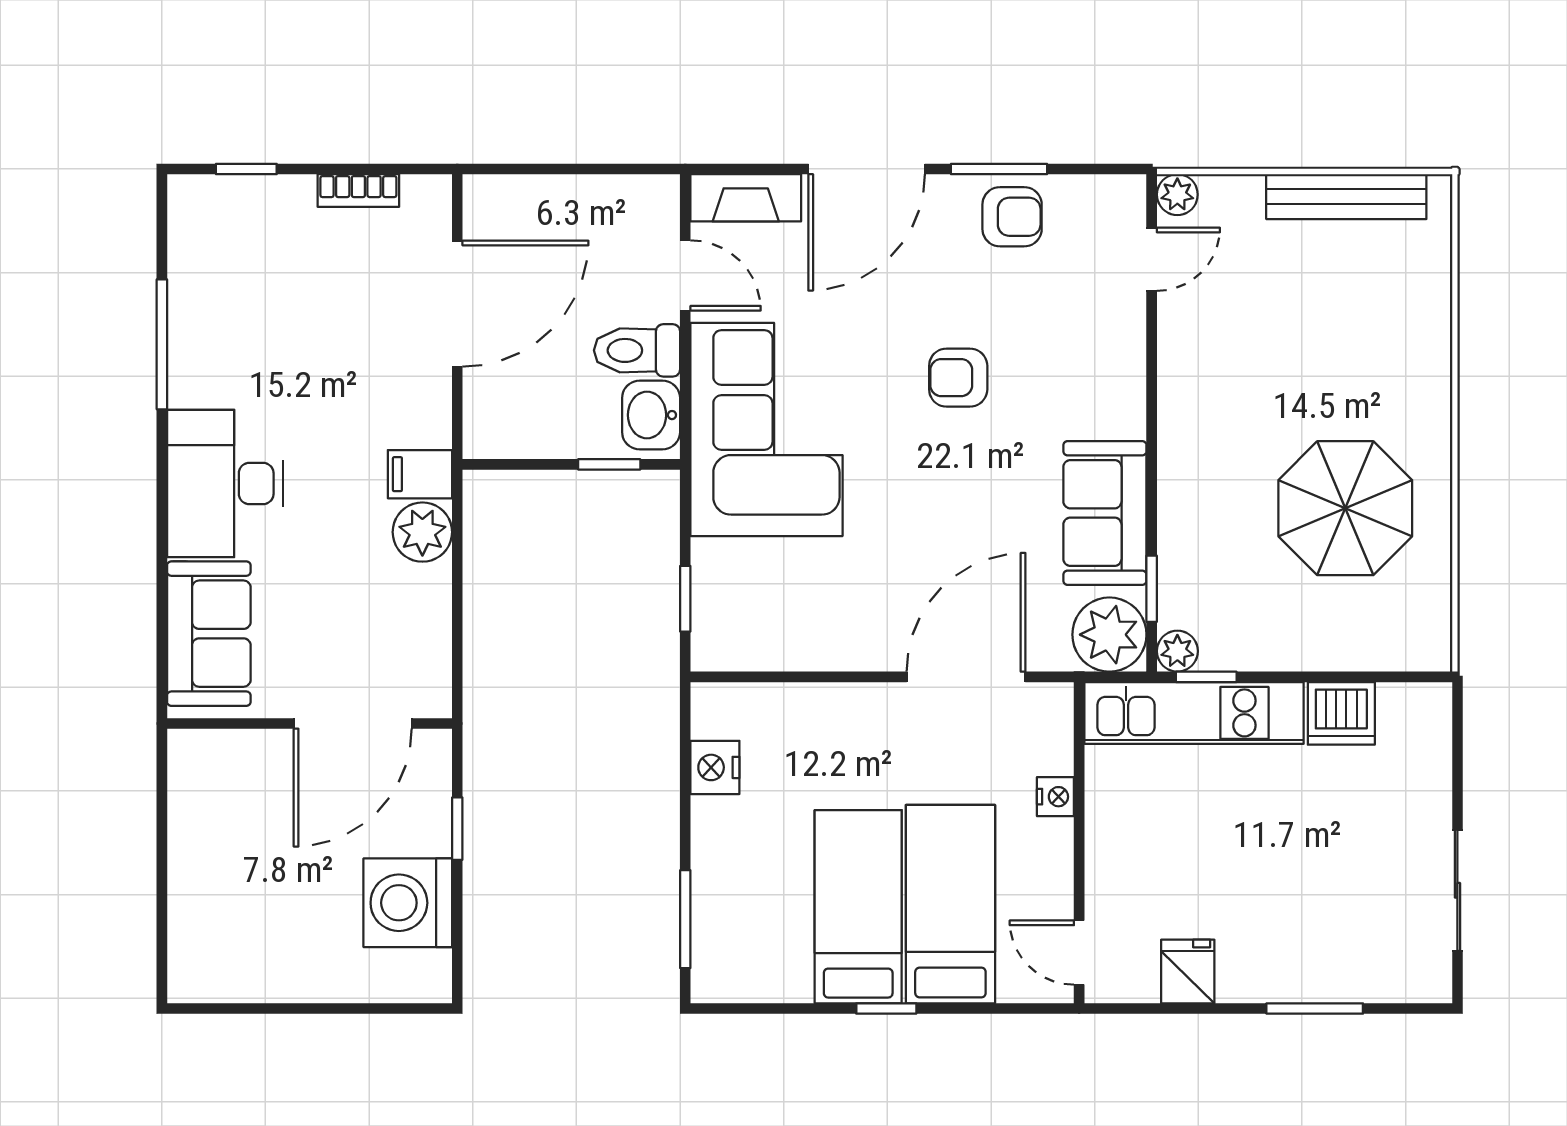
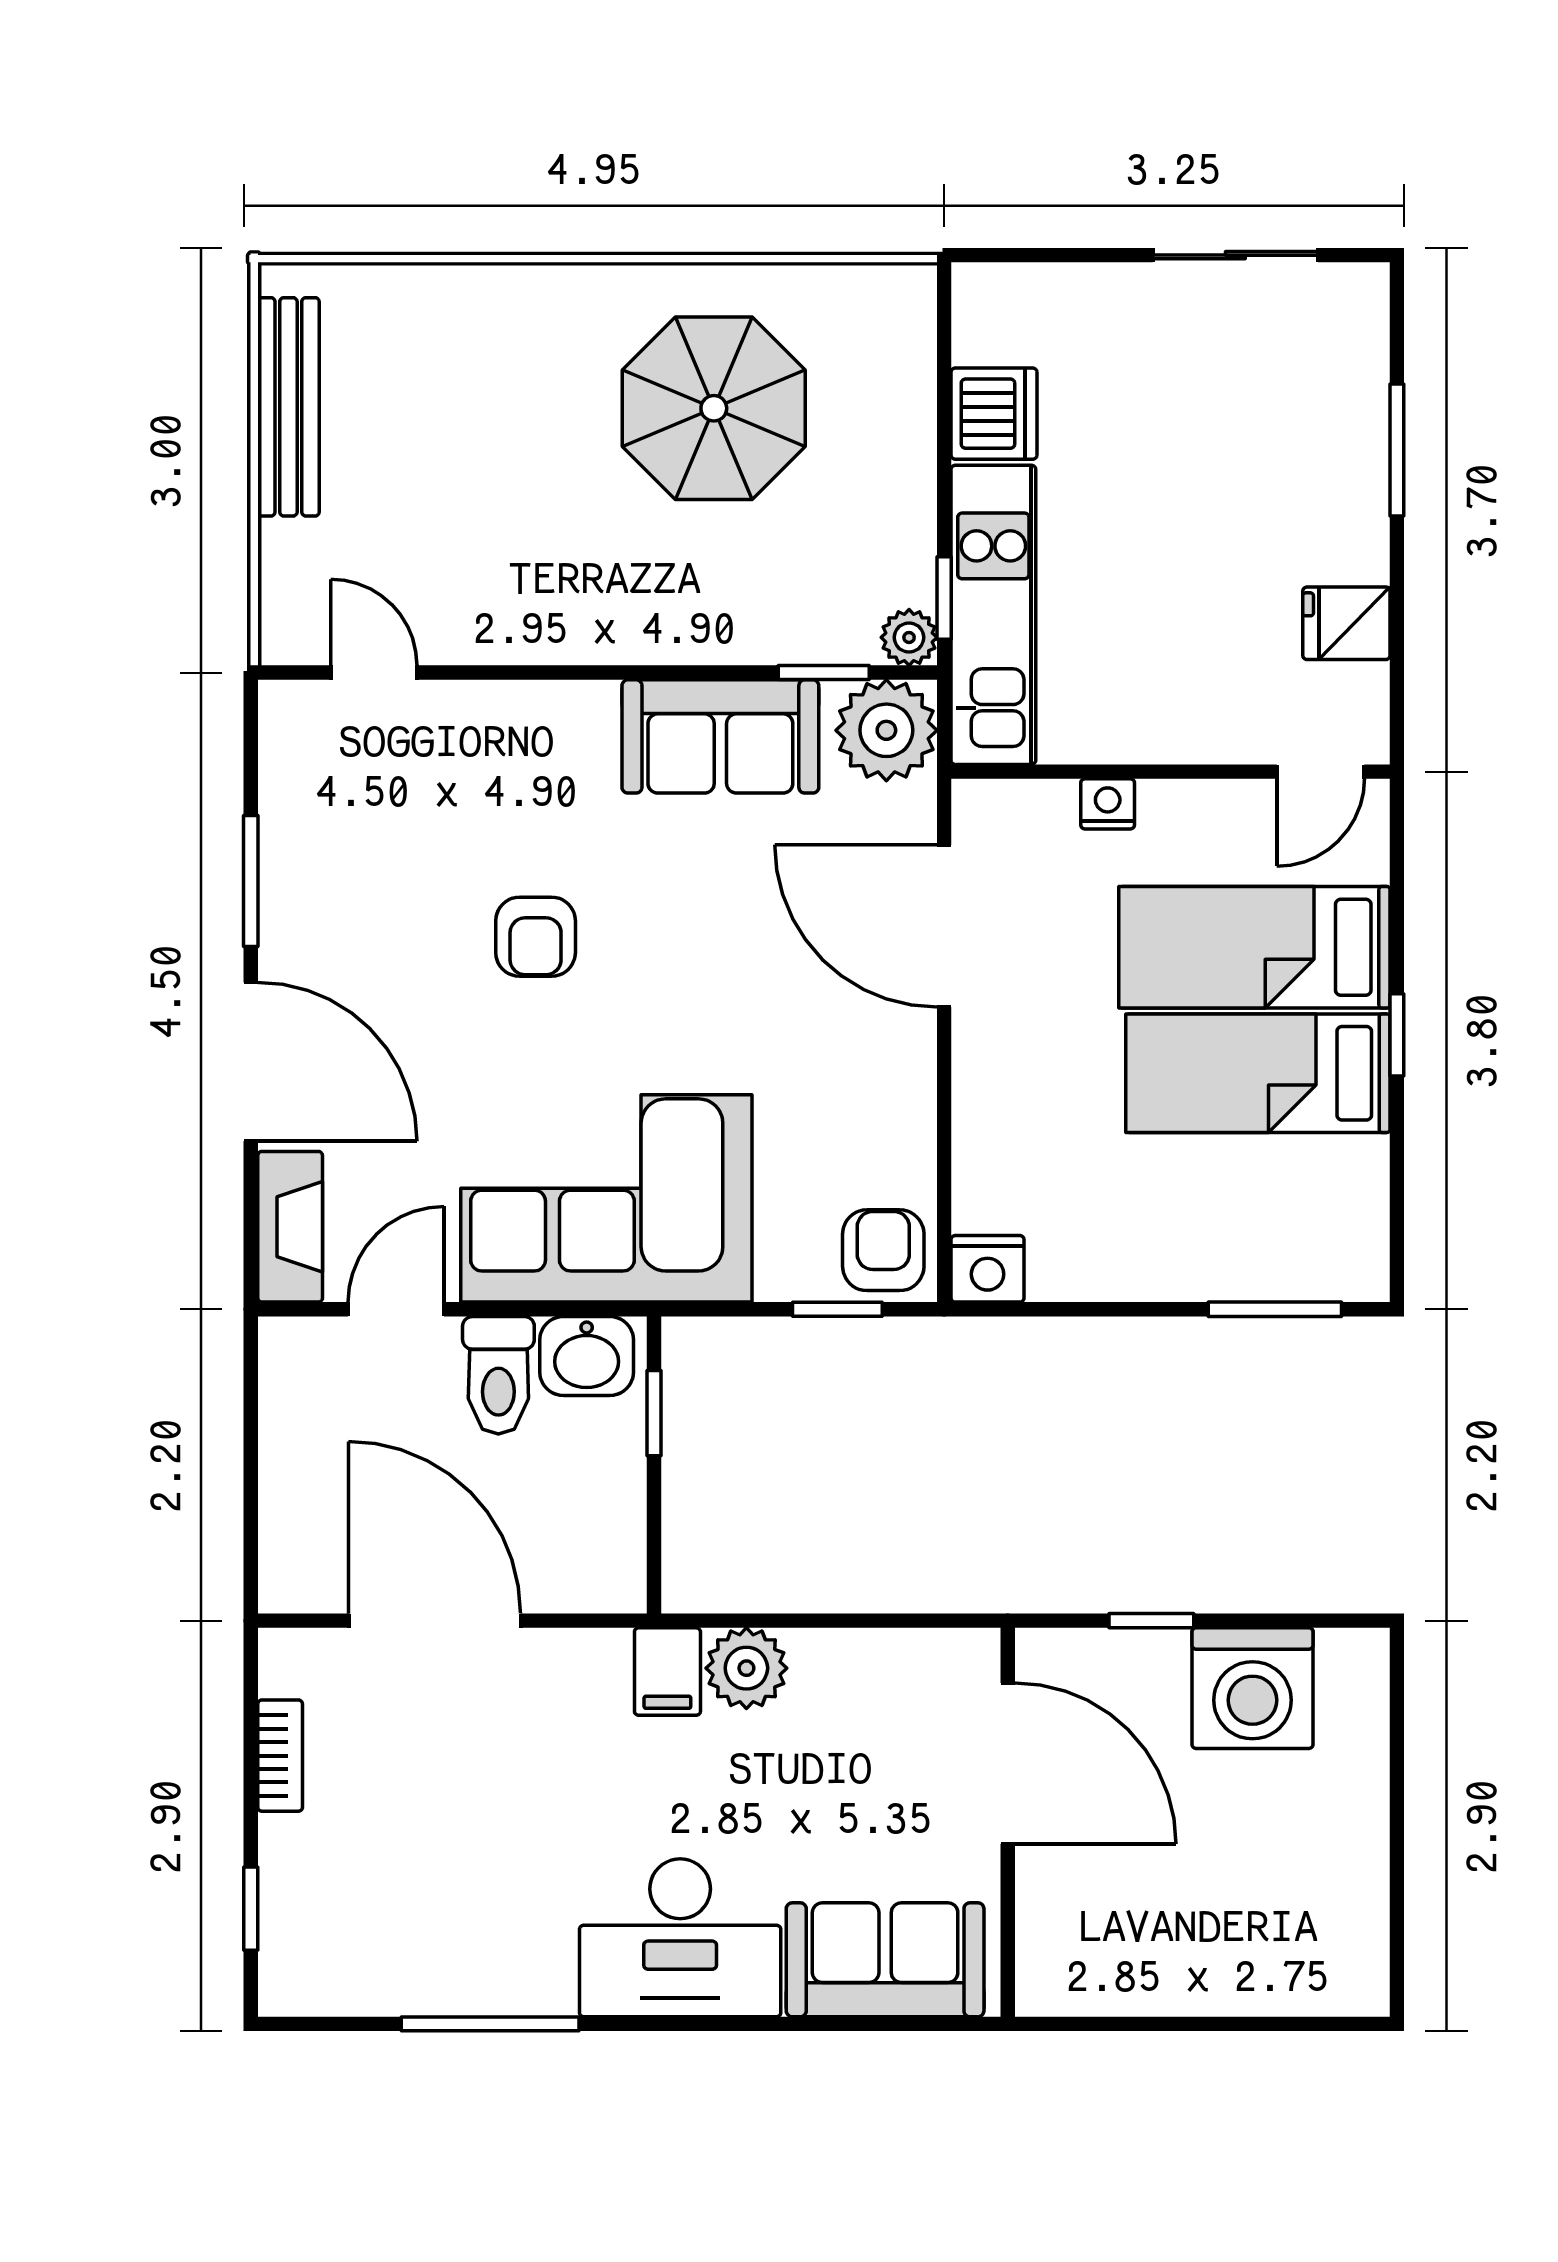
plant: (1177, 195) -> (286, 638), removed
armchair: (1012, 217) -> (883, 1250), moved
nightstand: (715, 767) -> (988, 1269), moved

